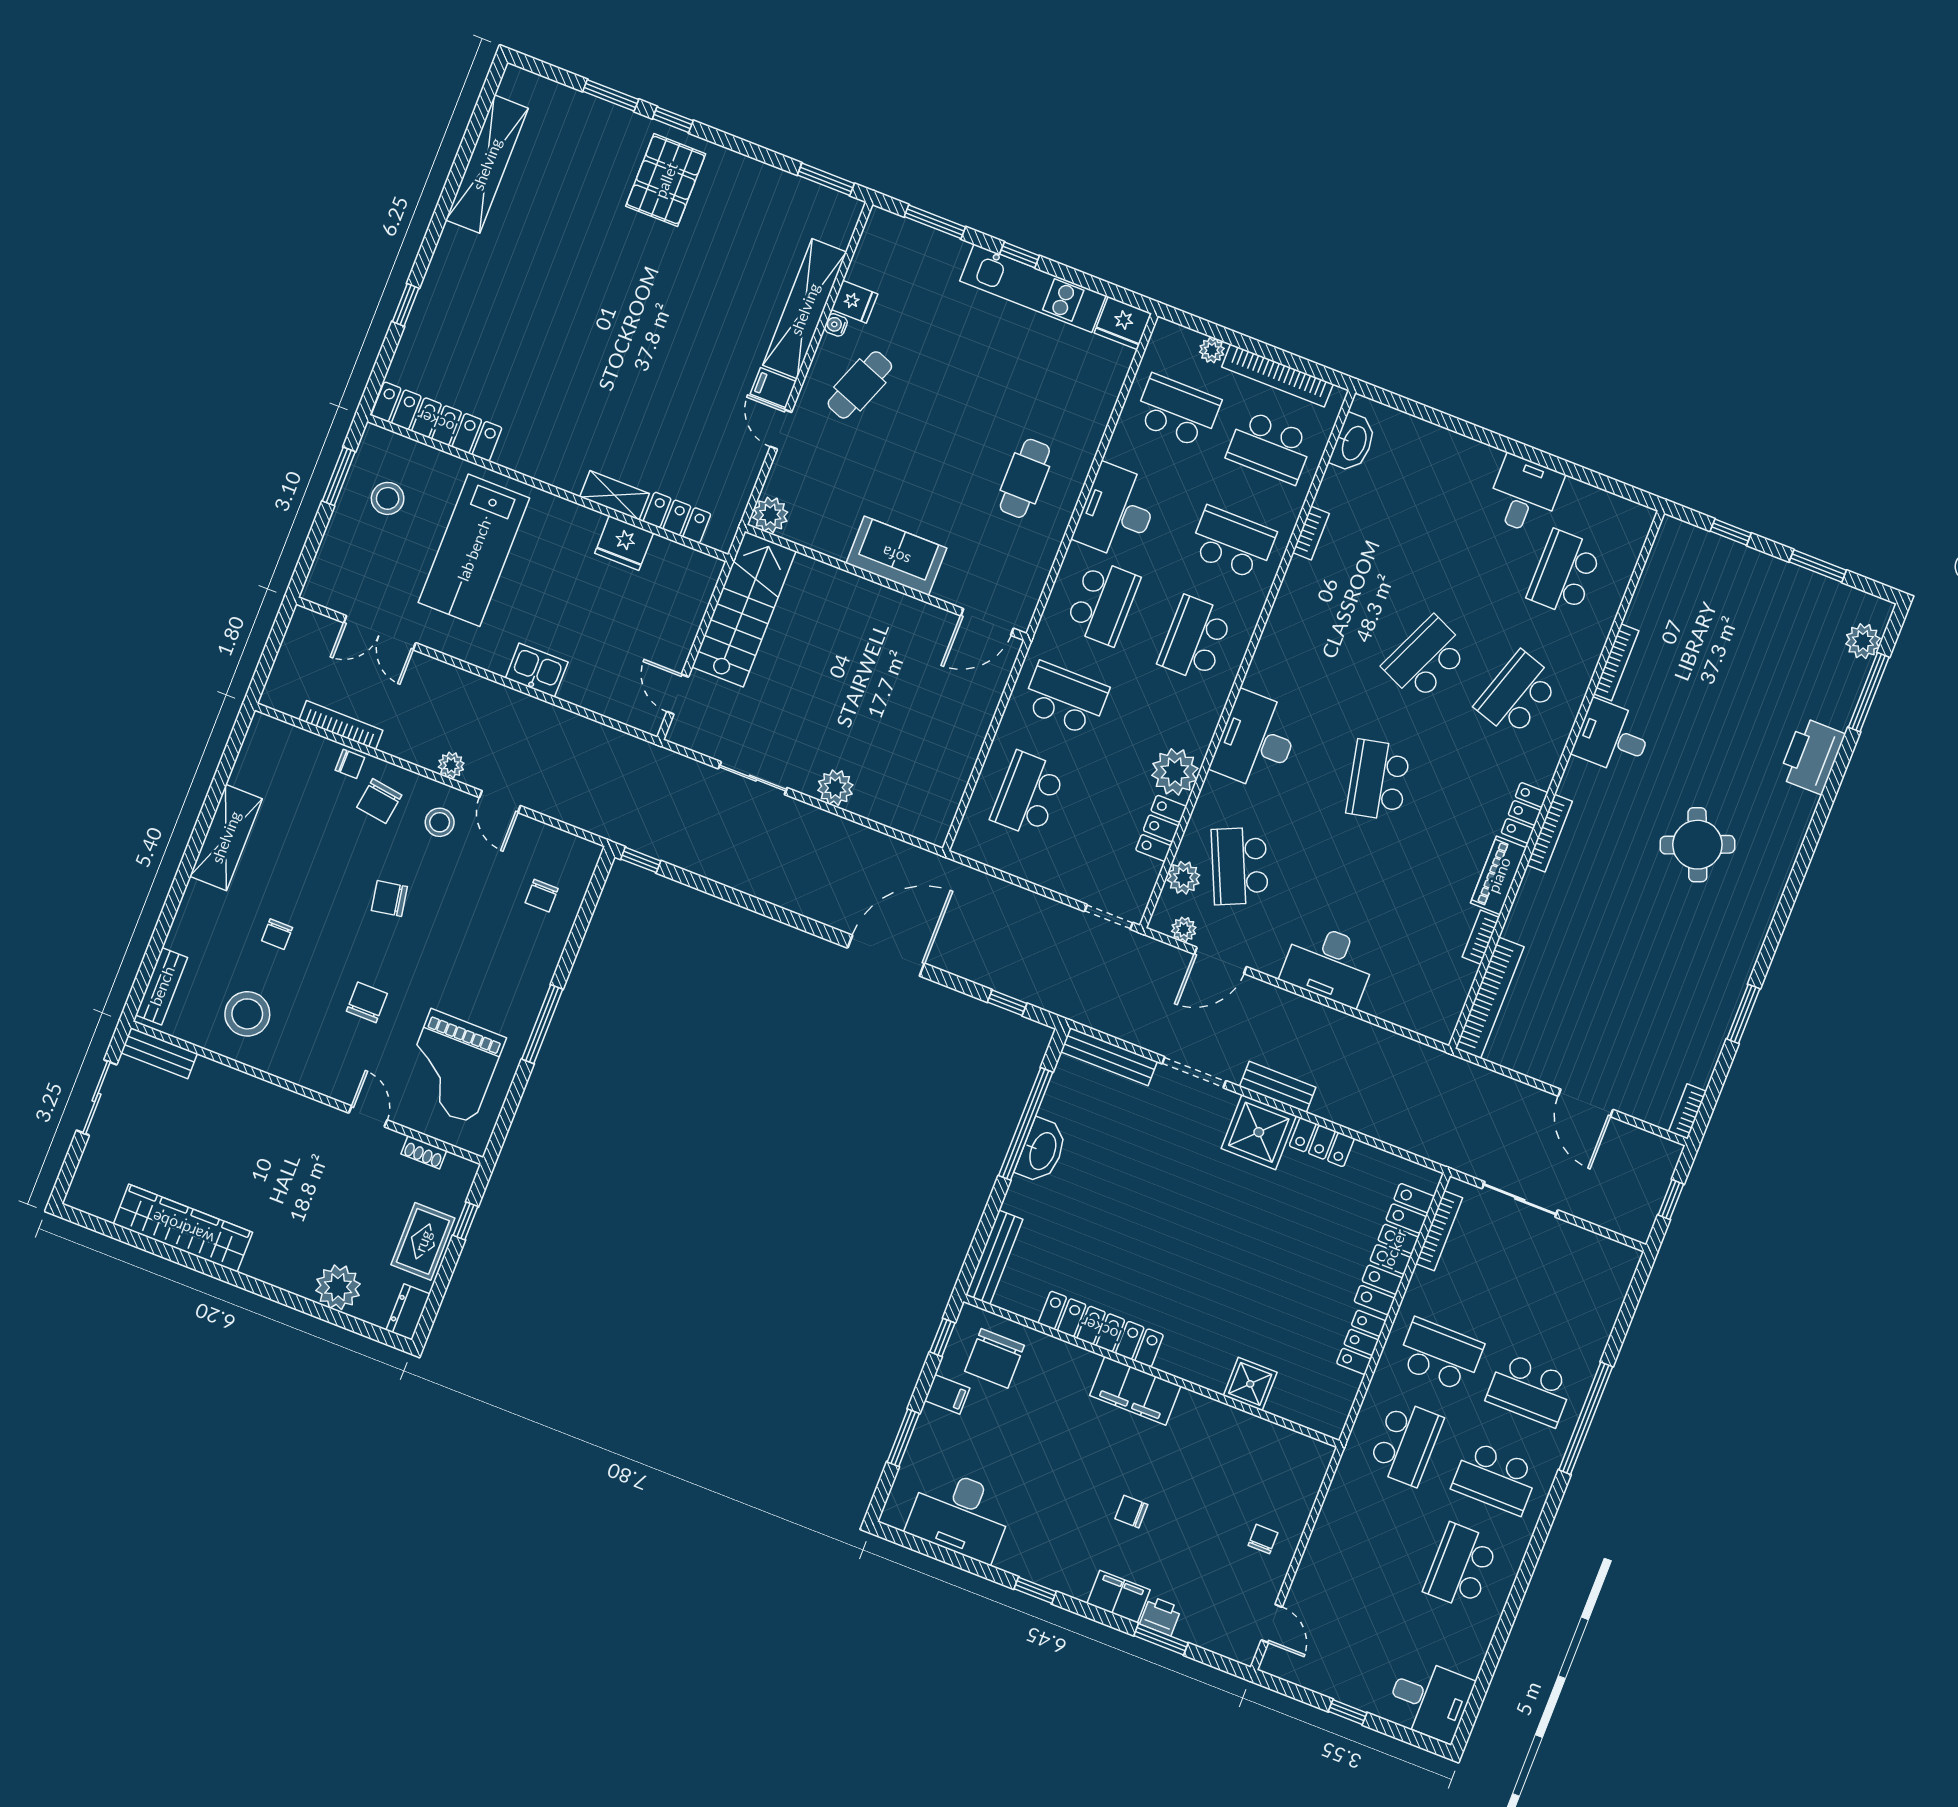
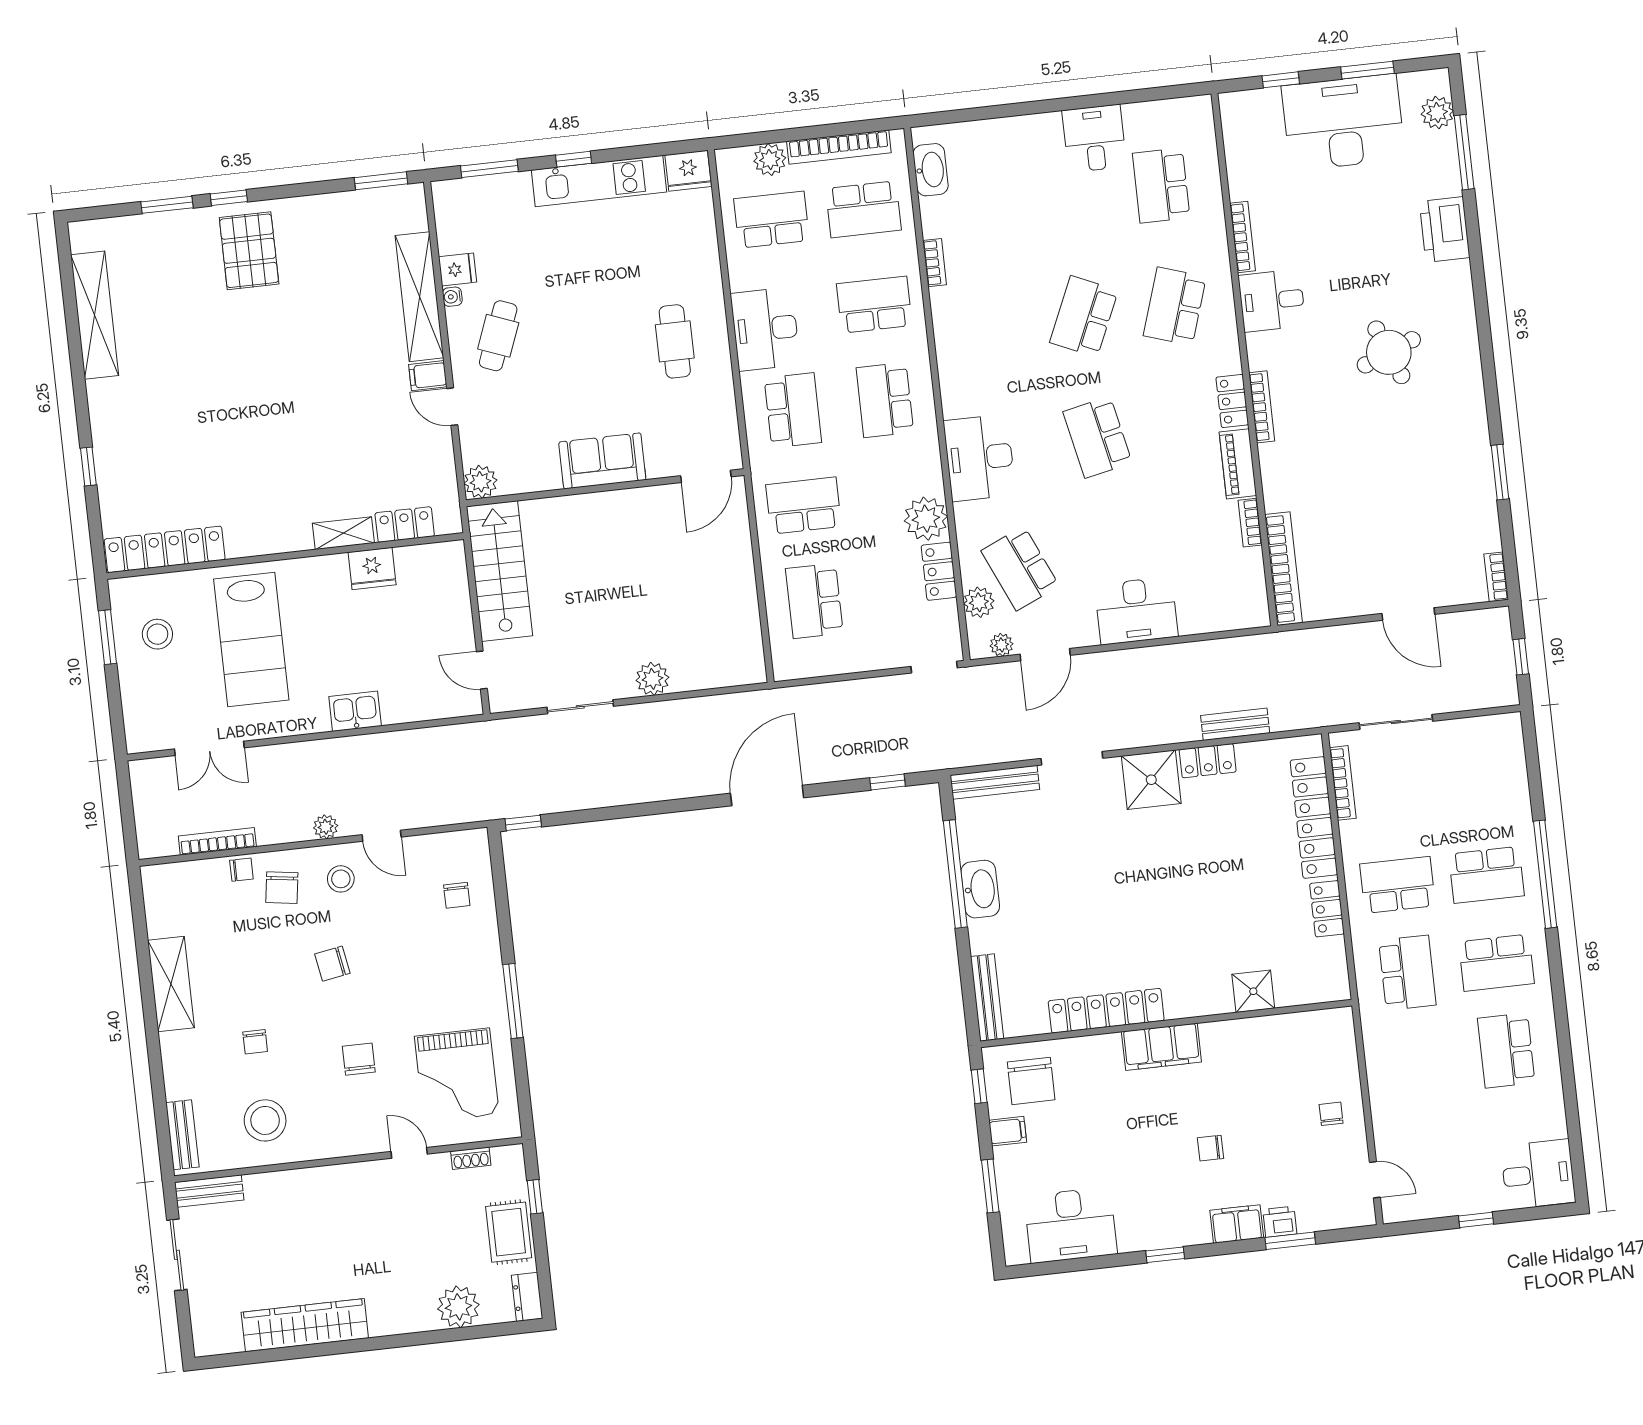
plant: (1212, 350) -> (770, 160), width x1.38, depth x1.38
desk: (1769, 604) -> (1343, 122), added
bench: (1278, 1087) -> (1235, 724), moved

